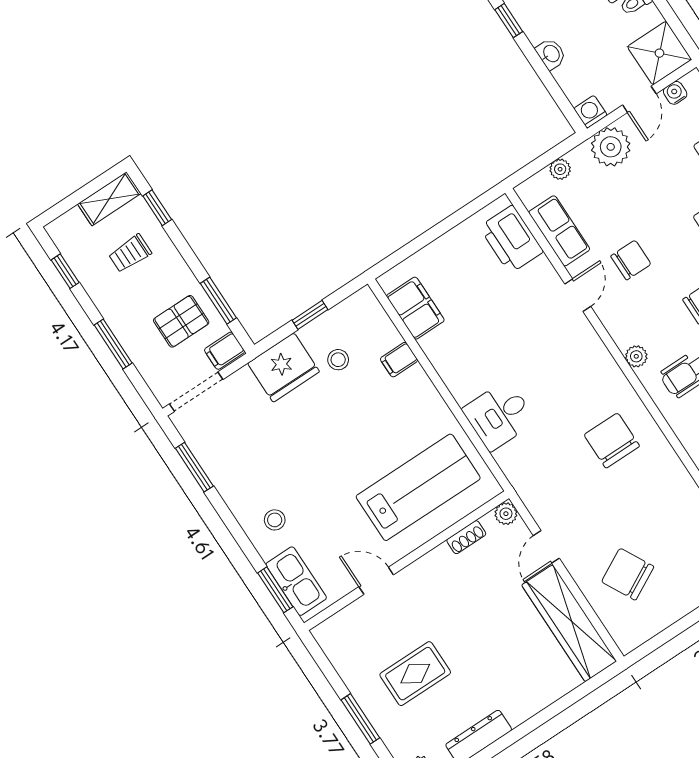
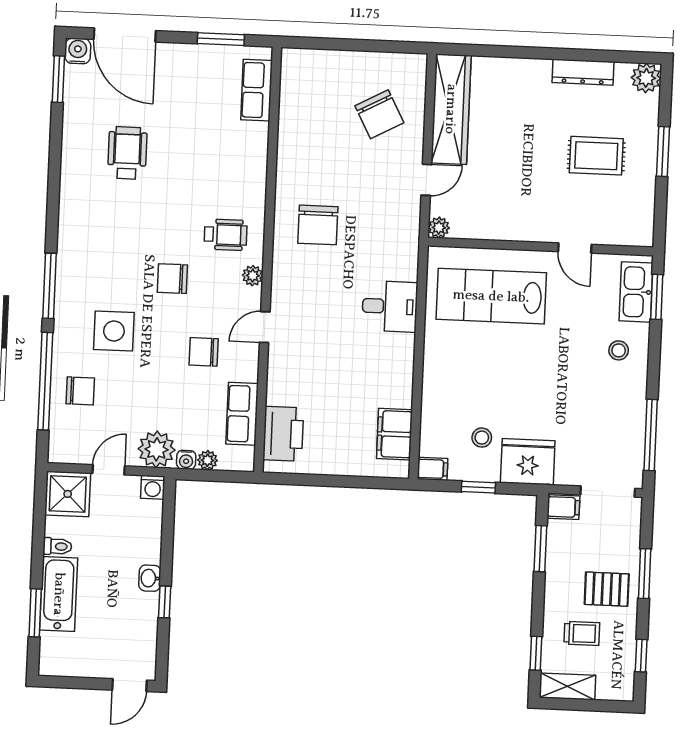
washbasin: (551, 54) -> (150, 578), moved
water cooler: (675, 93) -> (186, 460), moved
door: (578, 295) -> (265, 327), moved
pallet: (181, 321) -> (607, 589), moved
filing cabinet: (399, 360) -> (432, 469), moved
window: (194, 467) -> (651, 435), width x1.44
shoe rack: (466, 537) -> (482, 232), removed

